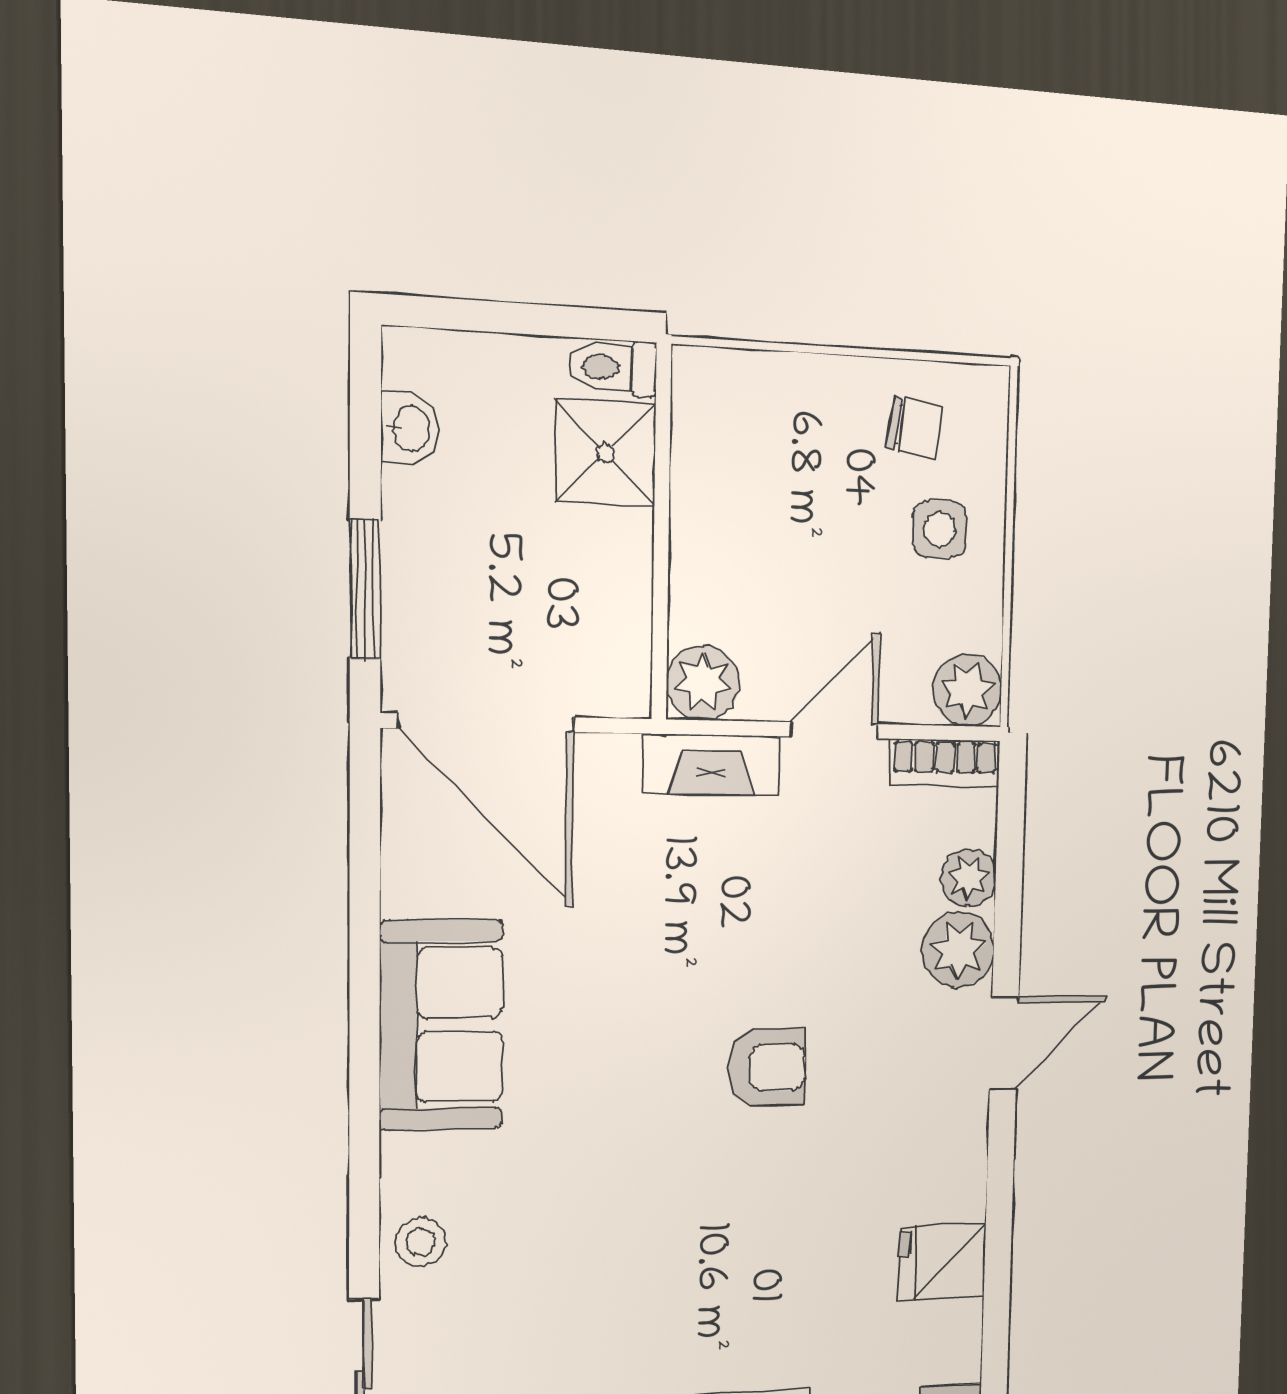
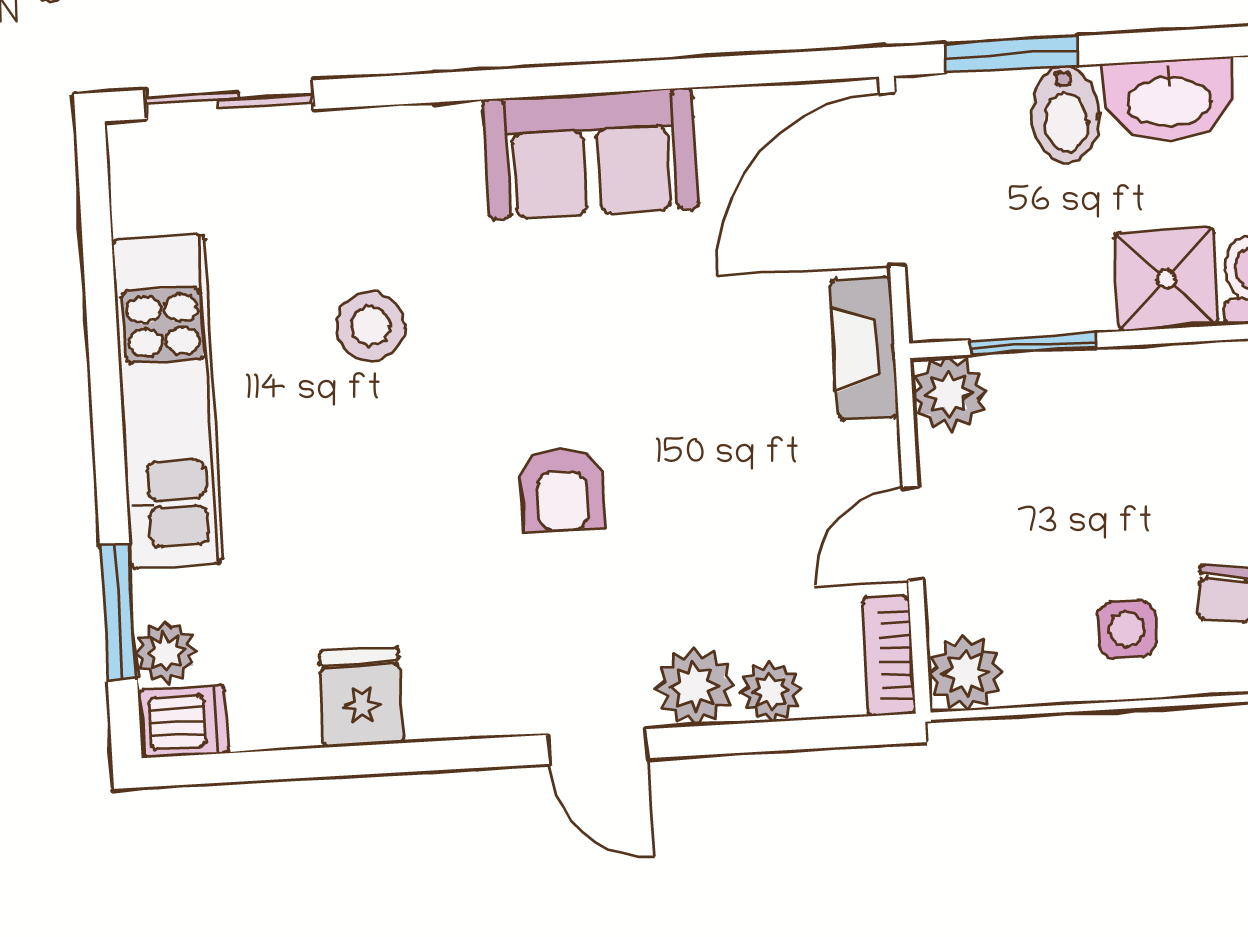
washbasin: (410, 428) -> (1169, 100), width x1.91, depth x1.45
bidet: (431, 539) -> (1066, 115), added
window: (660, 595) -> (1033, 344), added
door: (834, 730) -> (913, 533), swing flipped
fireplace: (712, 765) -> (865, 348), moved
stool: (421, 1242) -> (370, 326), moved, width x1.37, depth x1.37

